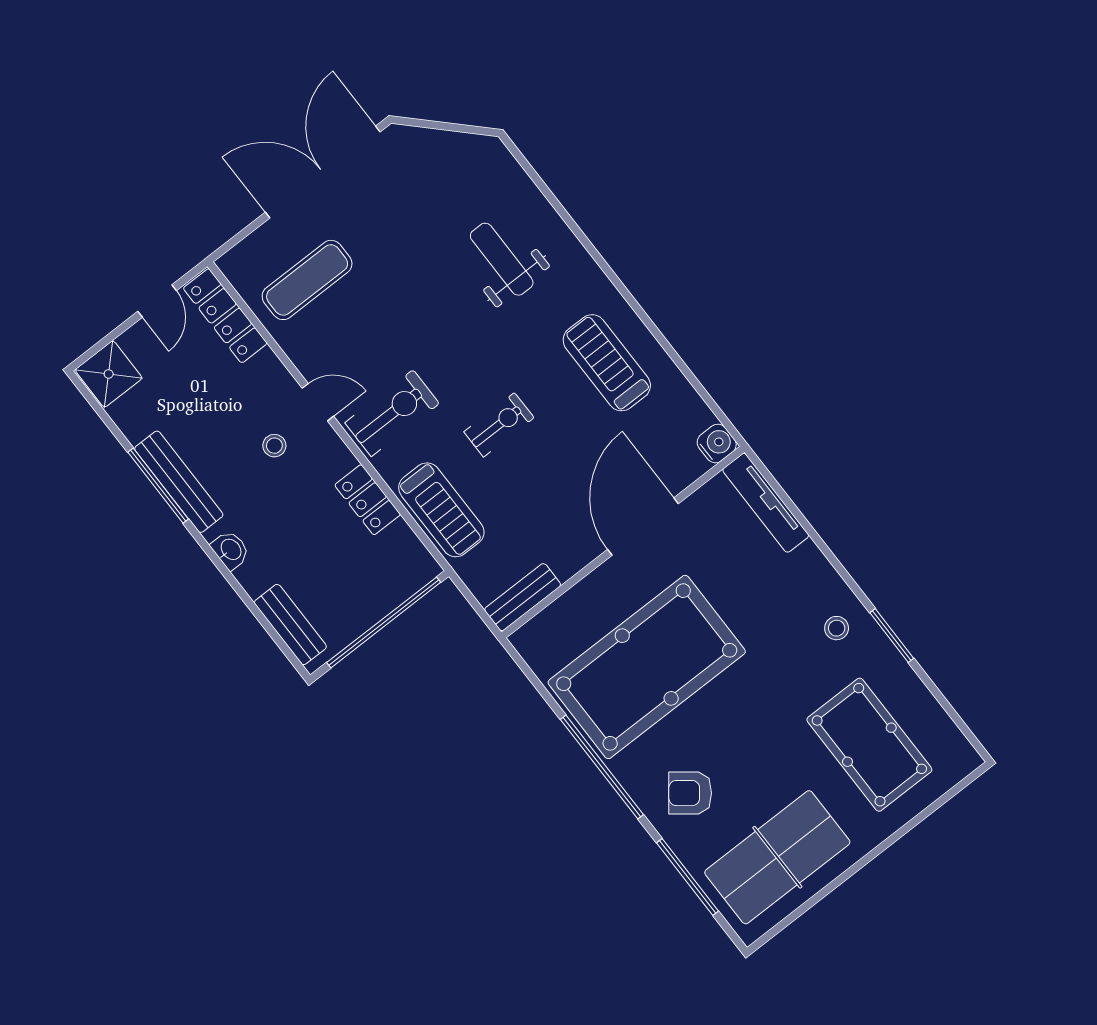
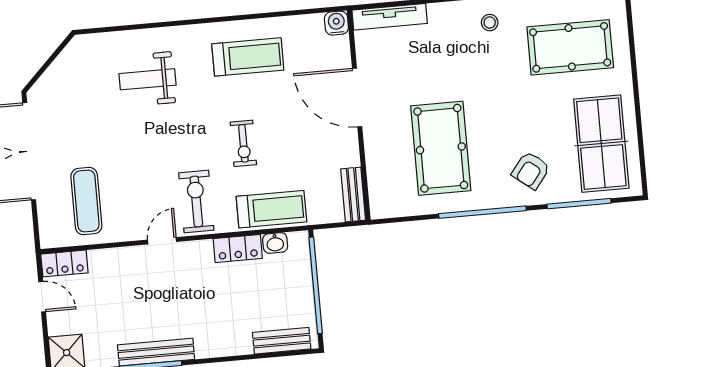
locker: (225, 316) -> (64, 263), width x0.66
treadmill: (607, 363) -> (248, 57), turned 180
exercise bike: (499, 425) -> (243, 143), turned 180
stool: (274, 446) -> (171, 283), removed
washbasin: (230, 550) -> (275, 243), moved, turned 180
pool table: (647, 667) -> (441, 148), width x0.73, depth x0.76

